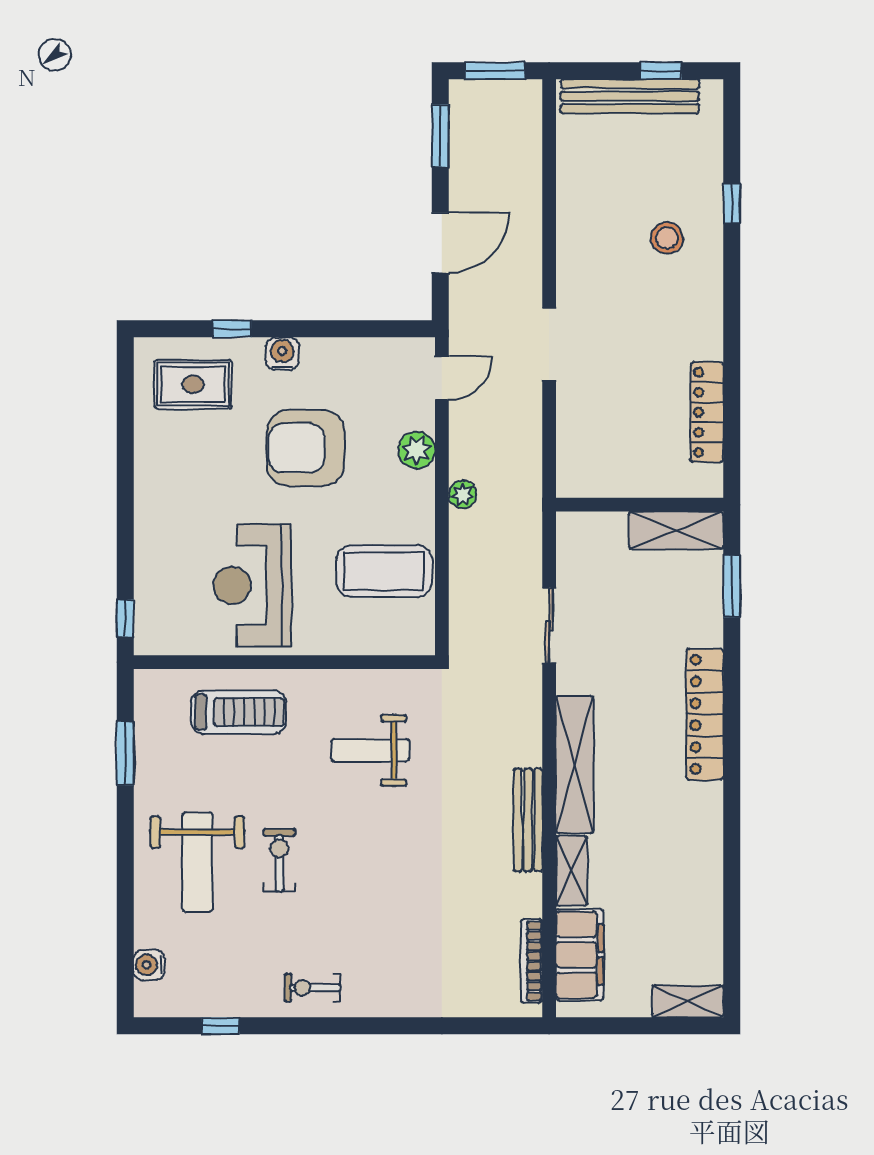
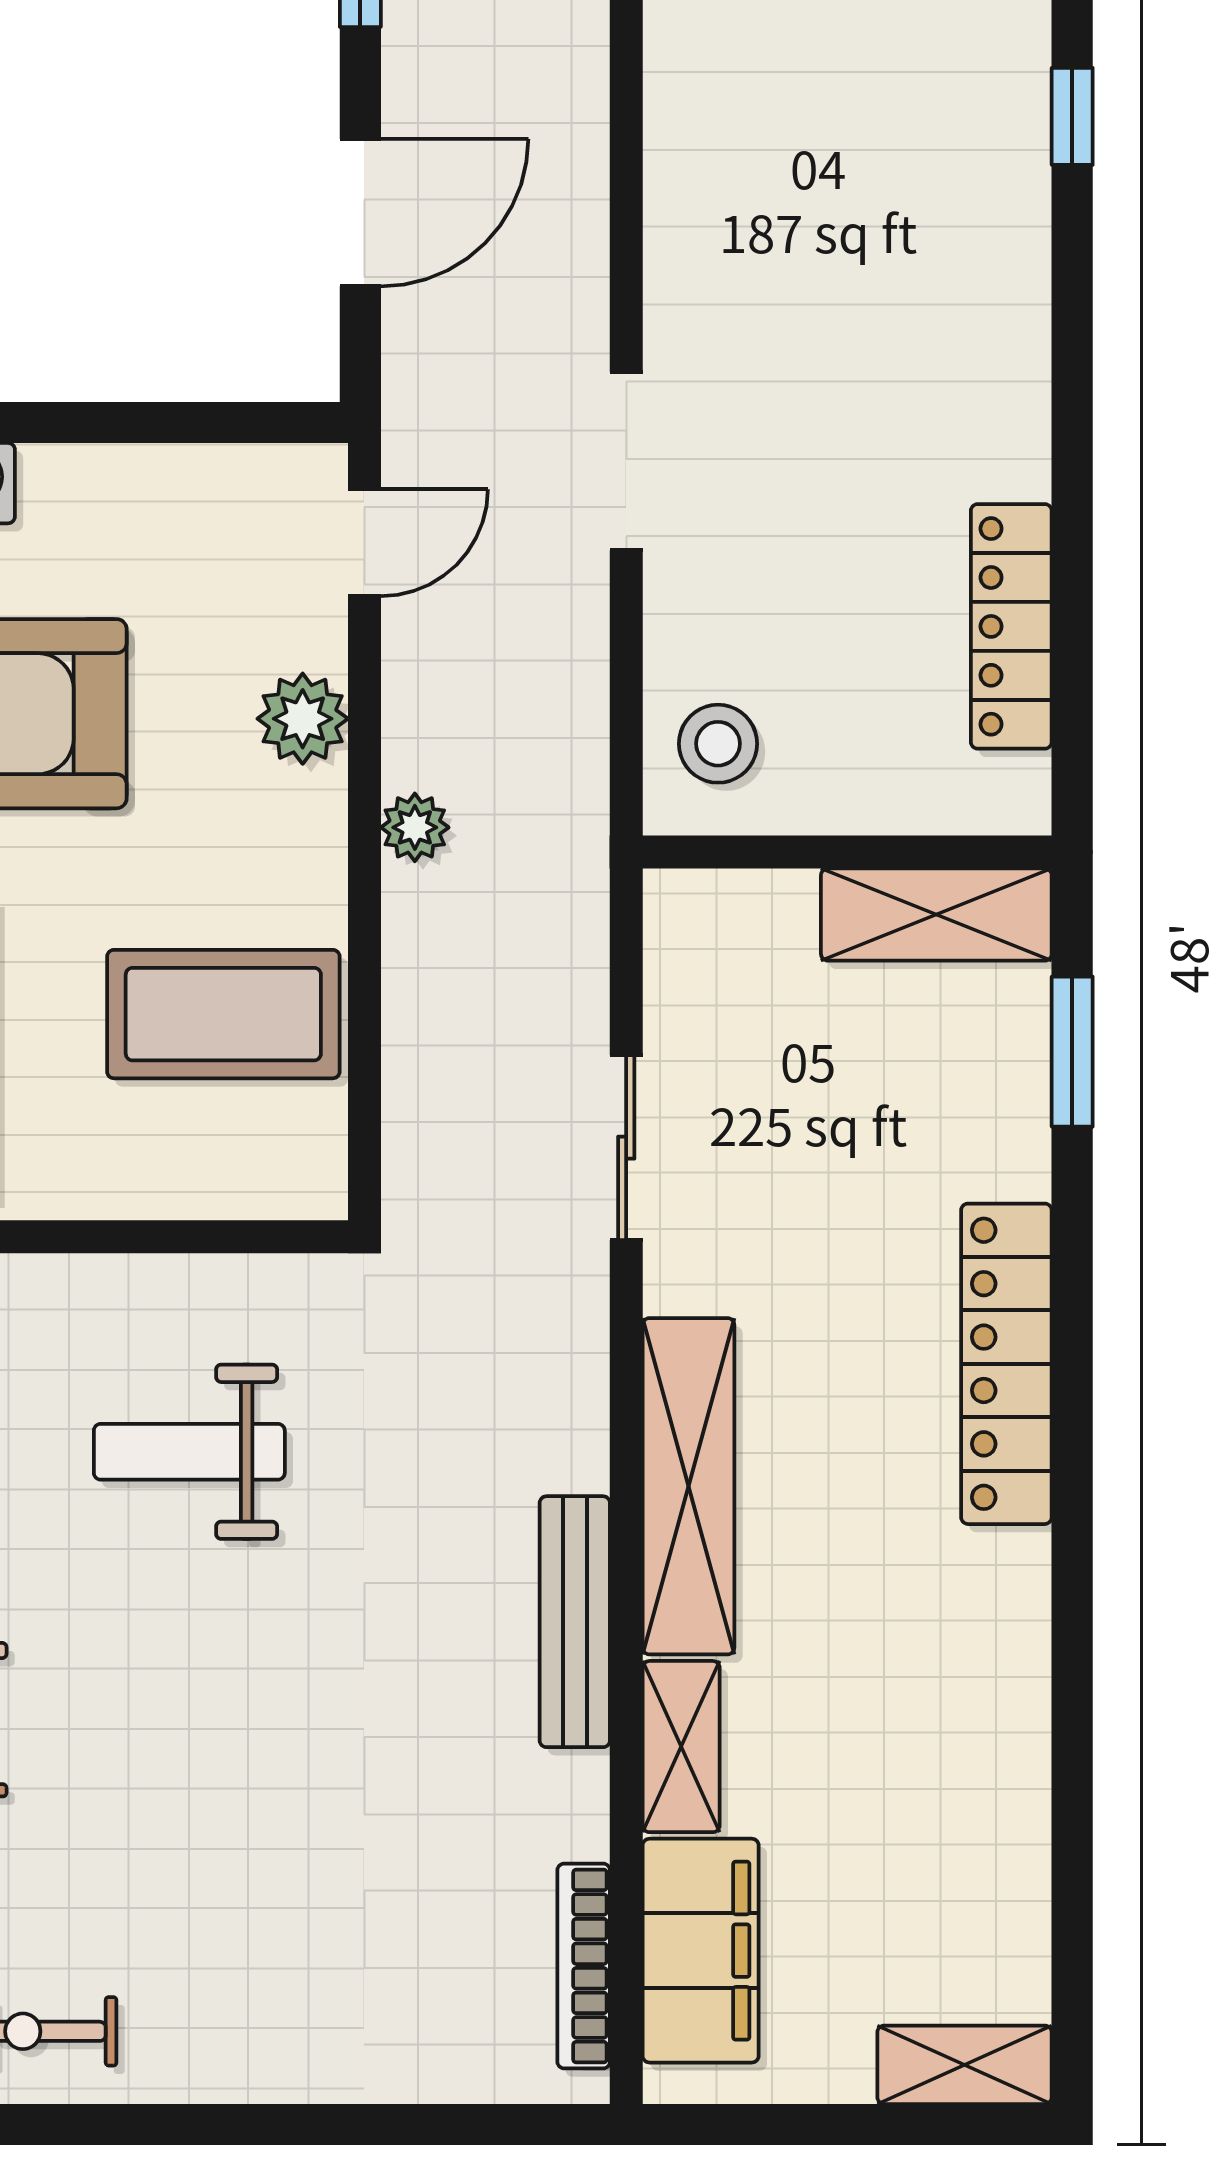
stool: (667, 238) -> (718, 744), moved

